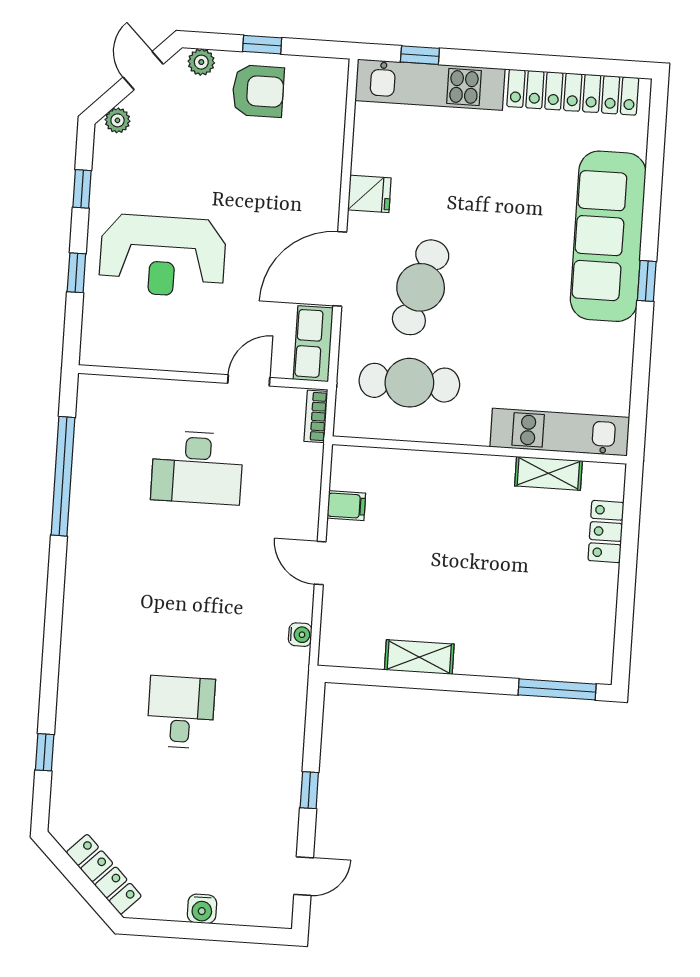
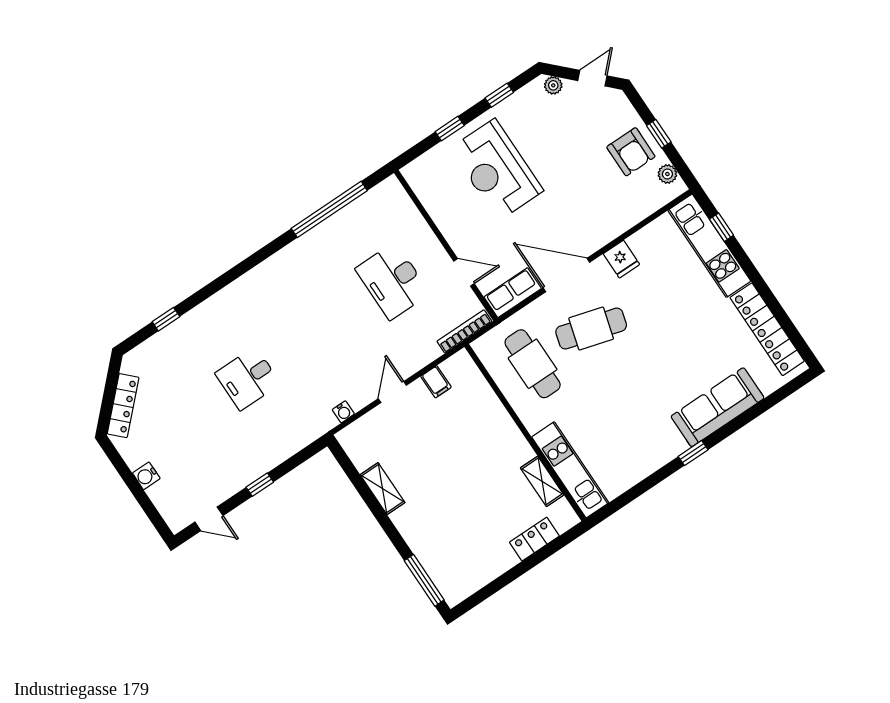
plant: (201, 62) -> (667, 174), moved
sofa: (608, 236) -> (718, 407), width x0.74, depth x0.79
bookcase: (316, 416) -> (464, 331), width x1.56
desk: (181, 712) -> (248, 378), turned 180

